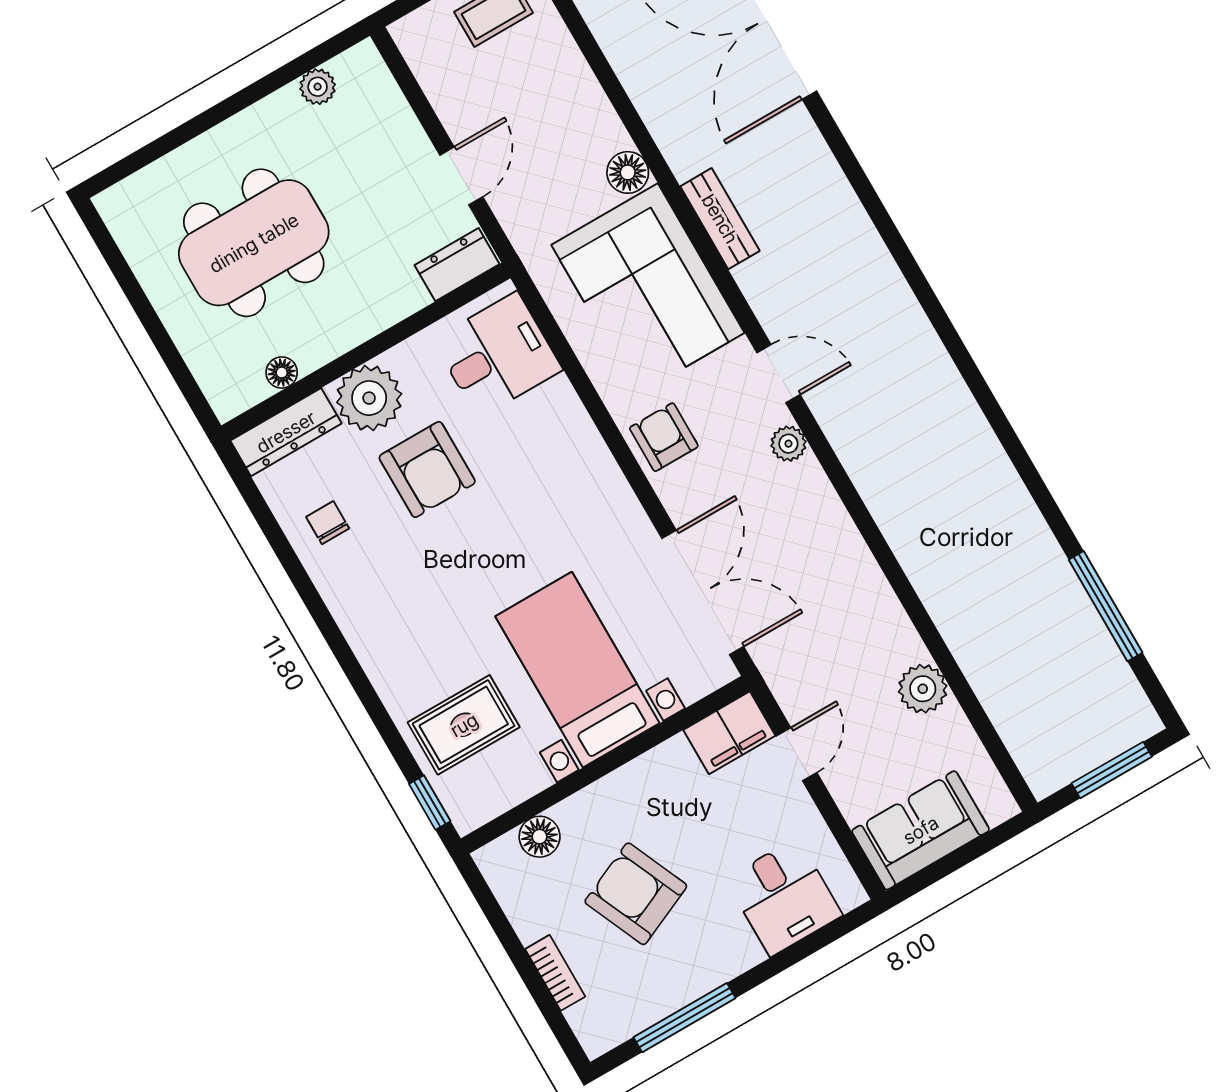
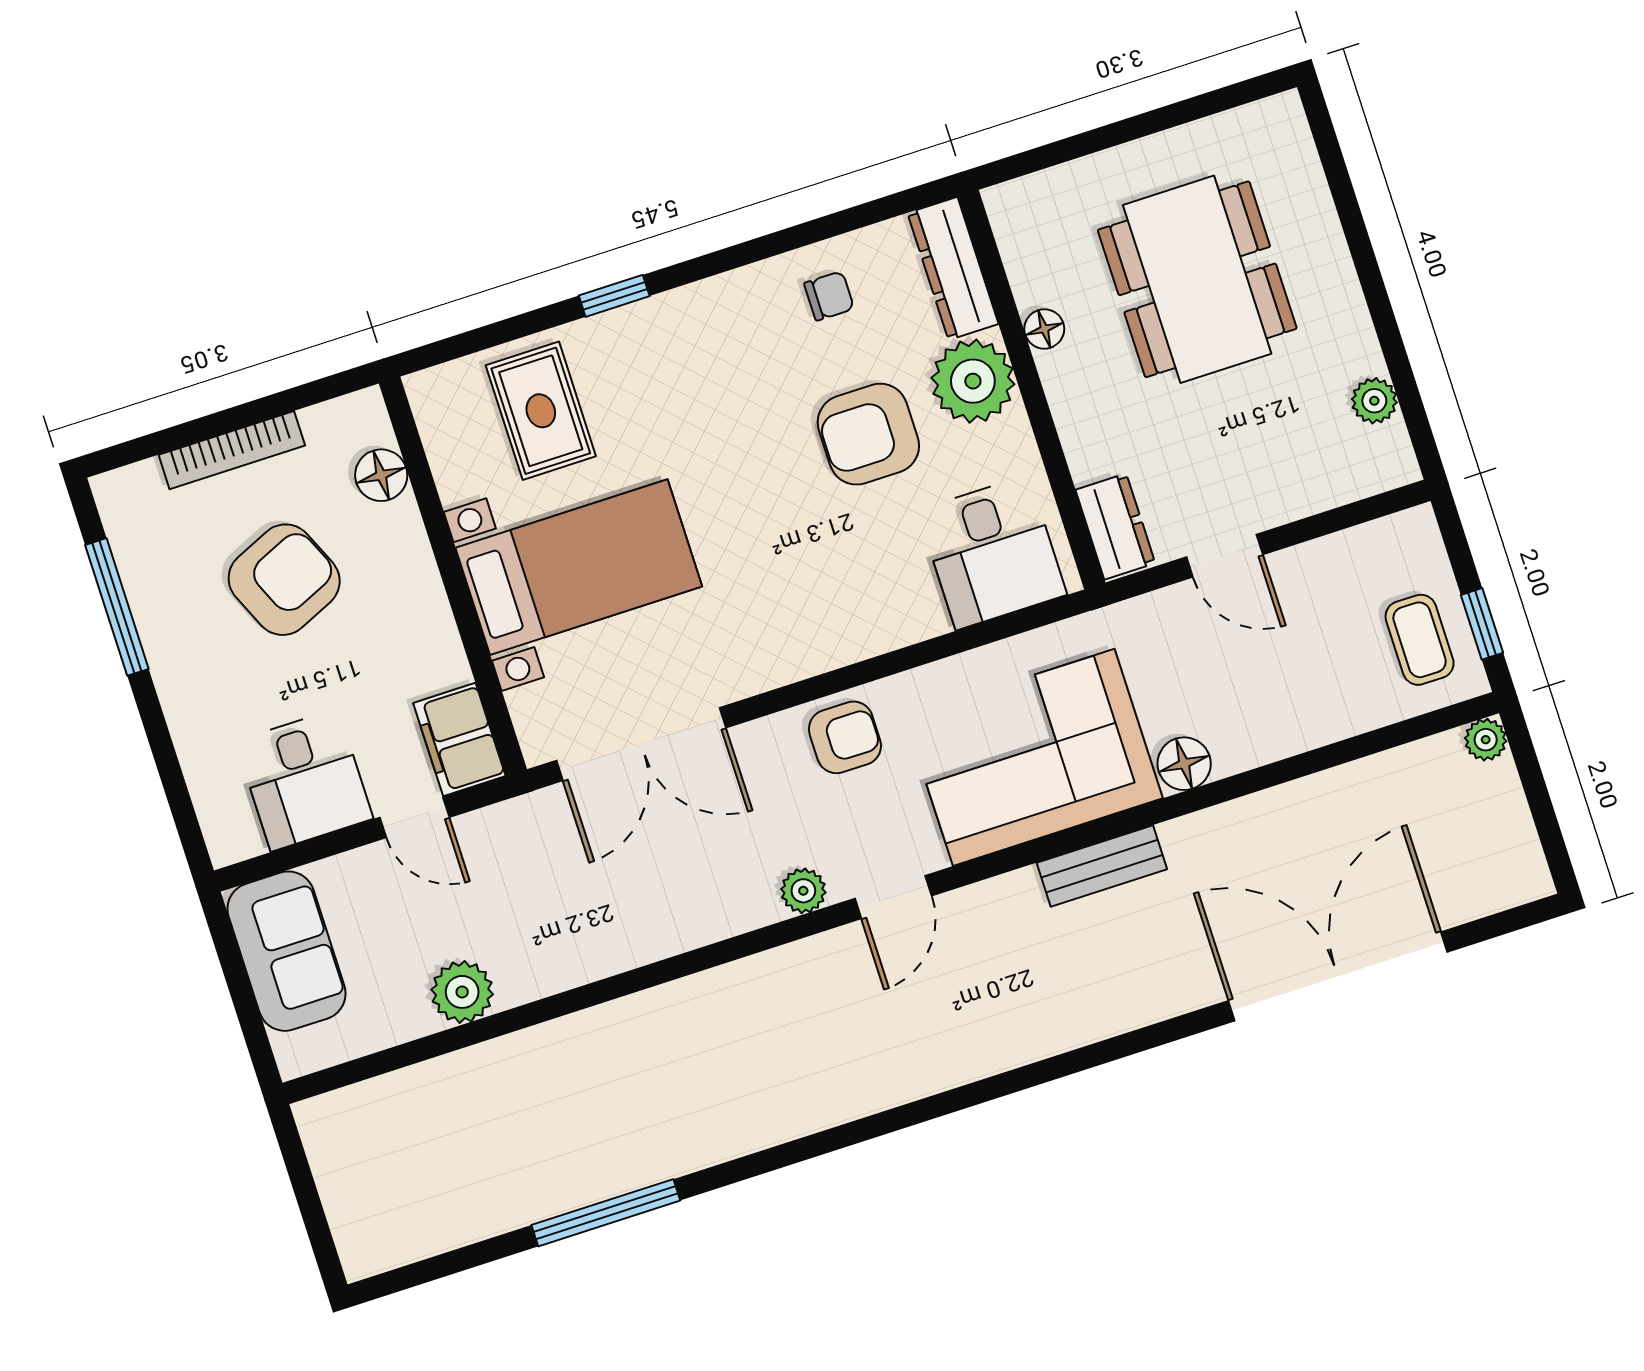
floor lamp: (282, 373) -> (1044, 329), moved
window: (1106, 606) -> (606, 1213), moved
window: (1112, 770) -> (310, 1205), removed
window: (430, 802) -> (614, 296), moved
desk: (784, 897) -> (304, 780), moved, turned -90
bookcase: (555, 973) -> (232, 450), width x1.56

